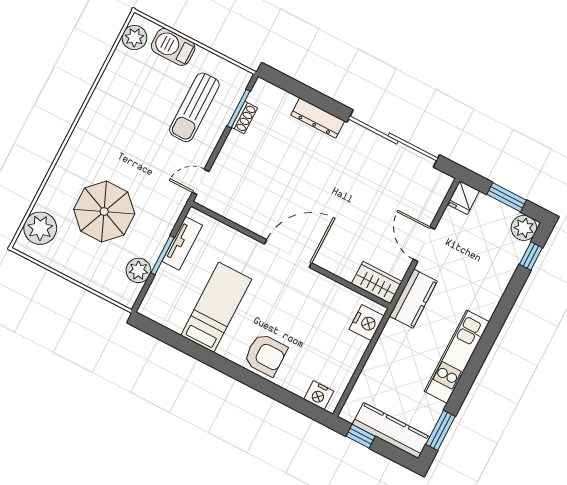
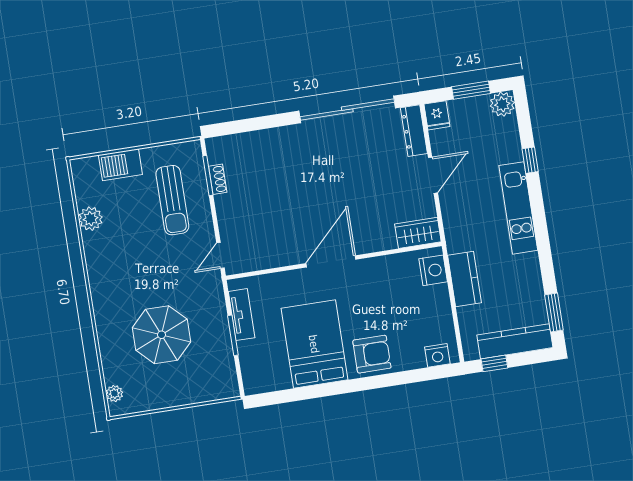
plant: (134, 38) -> (91, 219), moved
dresser: (318, 118) -> (414, 131), moved, turned 90
plant: (40, 228) -> (114, 394), width x0.53, depth x0.53
door: (424, 244) -> (433, 175), swing flipped
window: (531, 256) -> (530, 160), moved
plant: (138, 270) -> (223, 361), removed
kitchen counter: (413, 299) -> (465, 279), moved
bed: (216, 307) -> (314, 344), width x1.50
kitchen unit: (457, 357) -> (518, 208), moved

